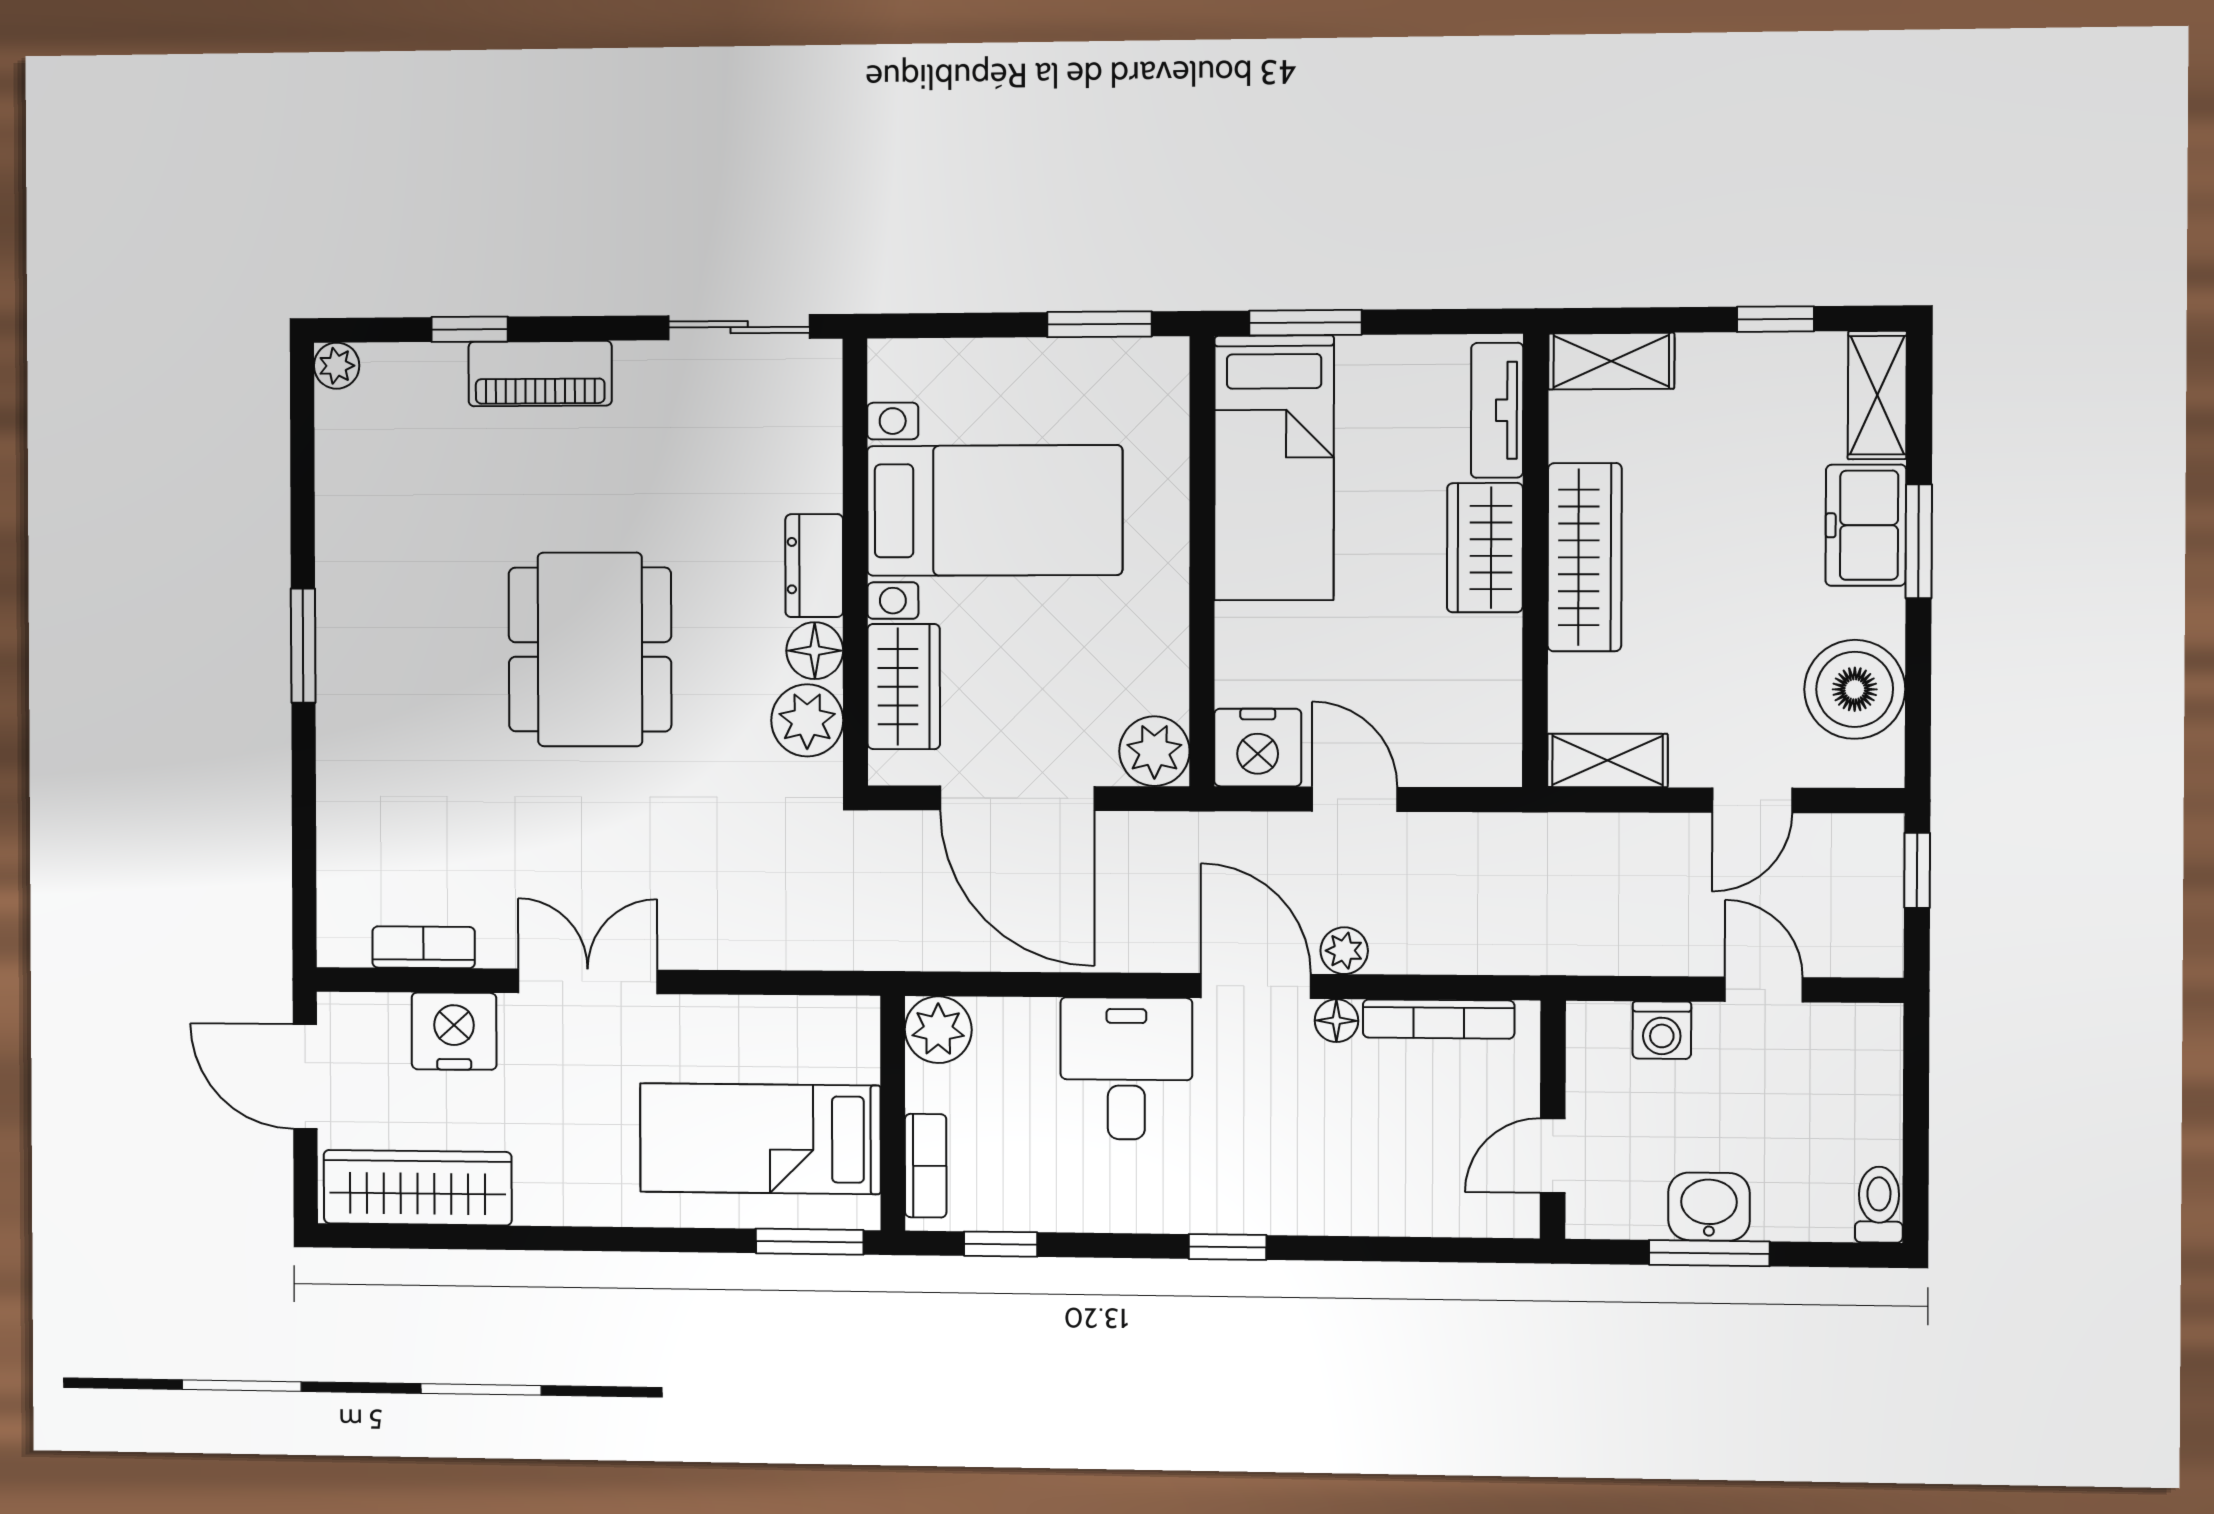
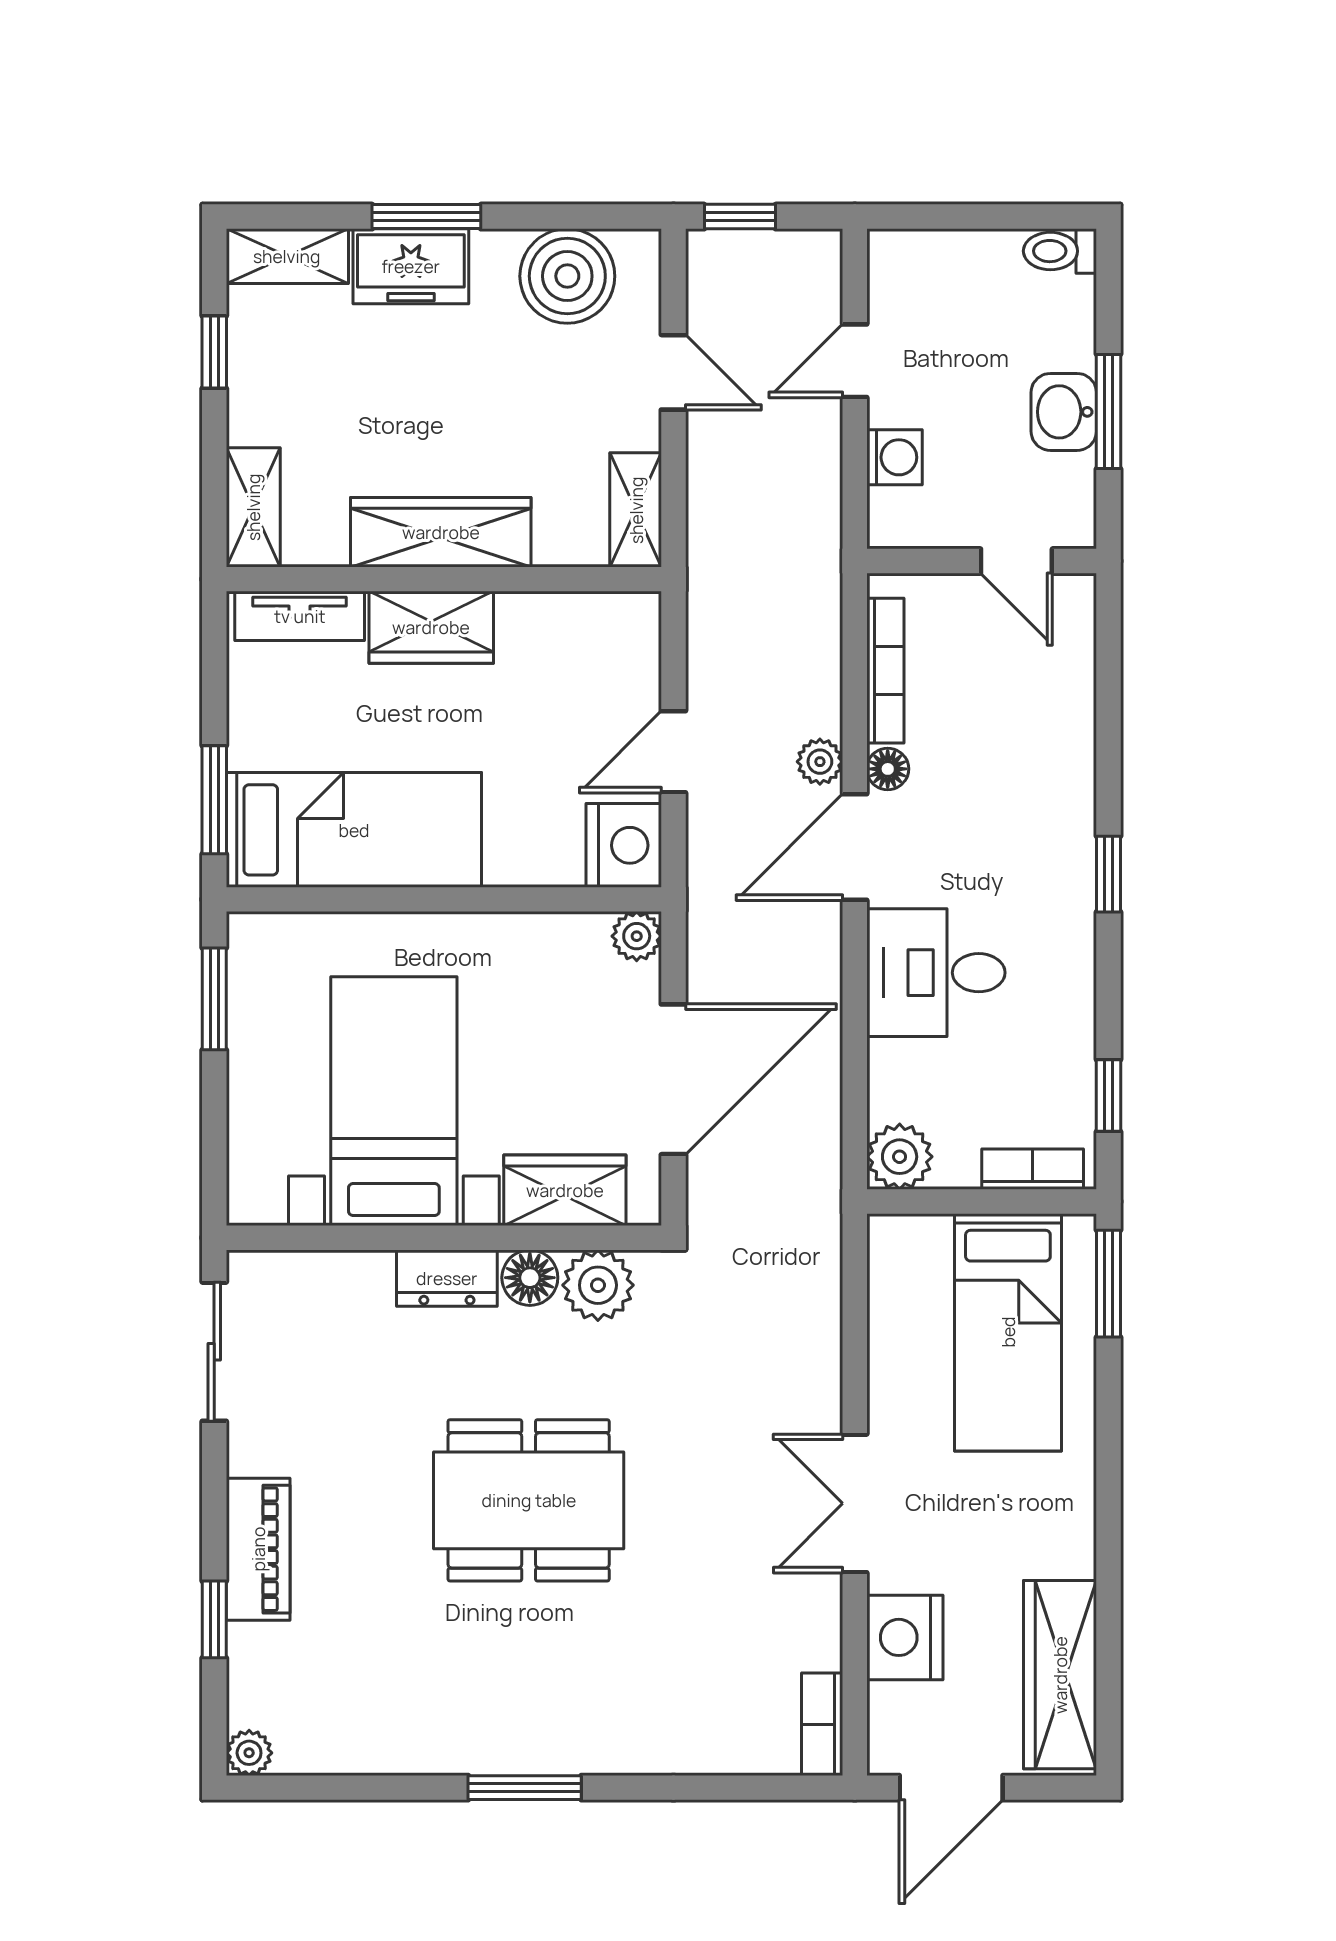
plant: (1154, 751) -> (637, 936), width x0.73, depth x0.73
bookcase: (424, 947) -> (822, 1724), moved

